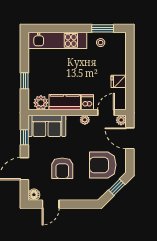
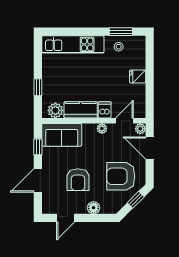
fridge: (119, 81) -> (138, 76), moved
floor lamp: (34, 195) -> (94, 208), moved

